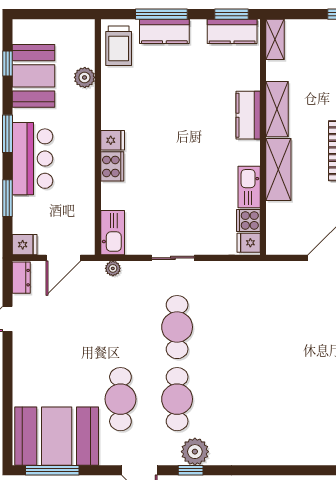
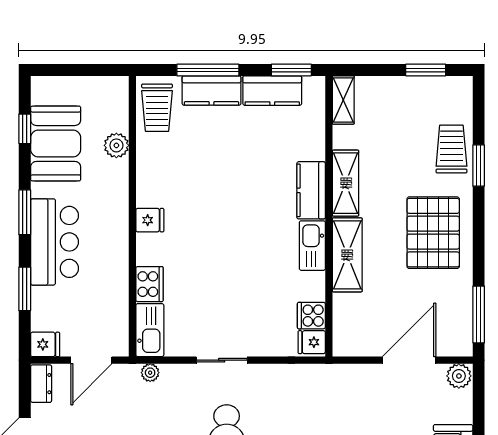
kitchen counter: (232, 31) -> (272, 91), moved
cooker: (112, 166) -> (149, 284), moved
kitchen sink: (249, 187) -> (312, 246), moved

